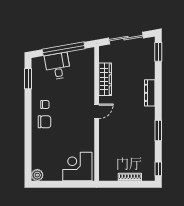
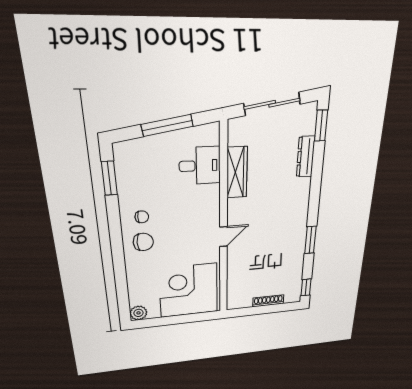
window: (64, 49) -> (167, 125), width x0.68
desk: (58, 66) -> (200, 166), moved, turned 100
dresser: (150, 93) -> (306, 157), moved
door: (97, 111) -> (223, 237), moved
corner desk: (77, 166) -> (189, 290), width x1.36, depth x1.36

